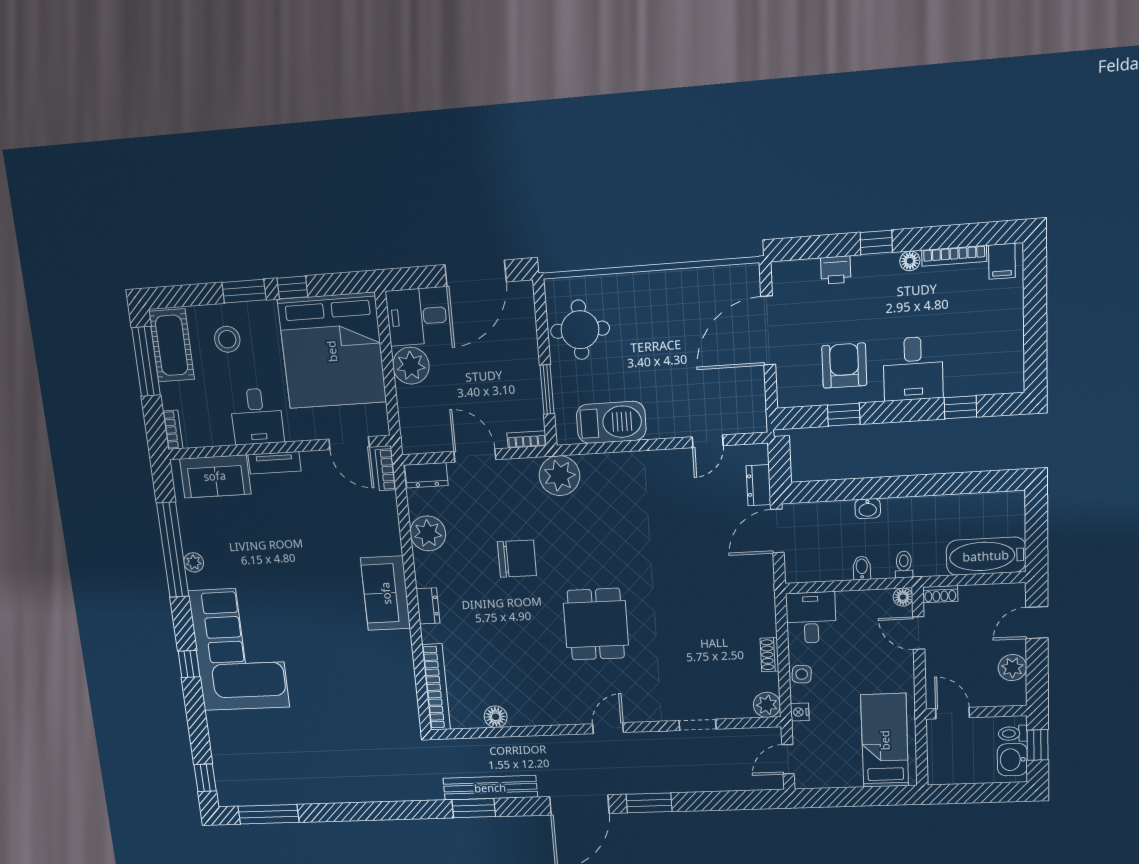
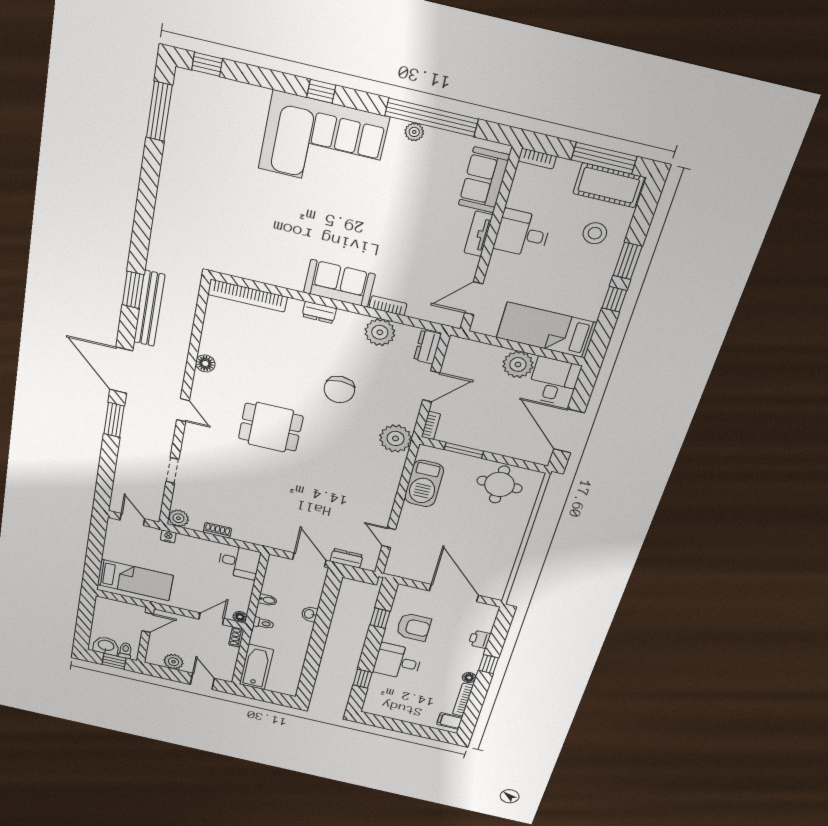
bed: (332, 351) -> (546, 330), width x0.49
bookcase: (386, 470) -> (388, 306), moved
side table: (802, 674) -> (197, 545), removed
floor lamp: (496, 717) -> (205, 363), moved

